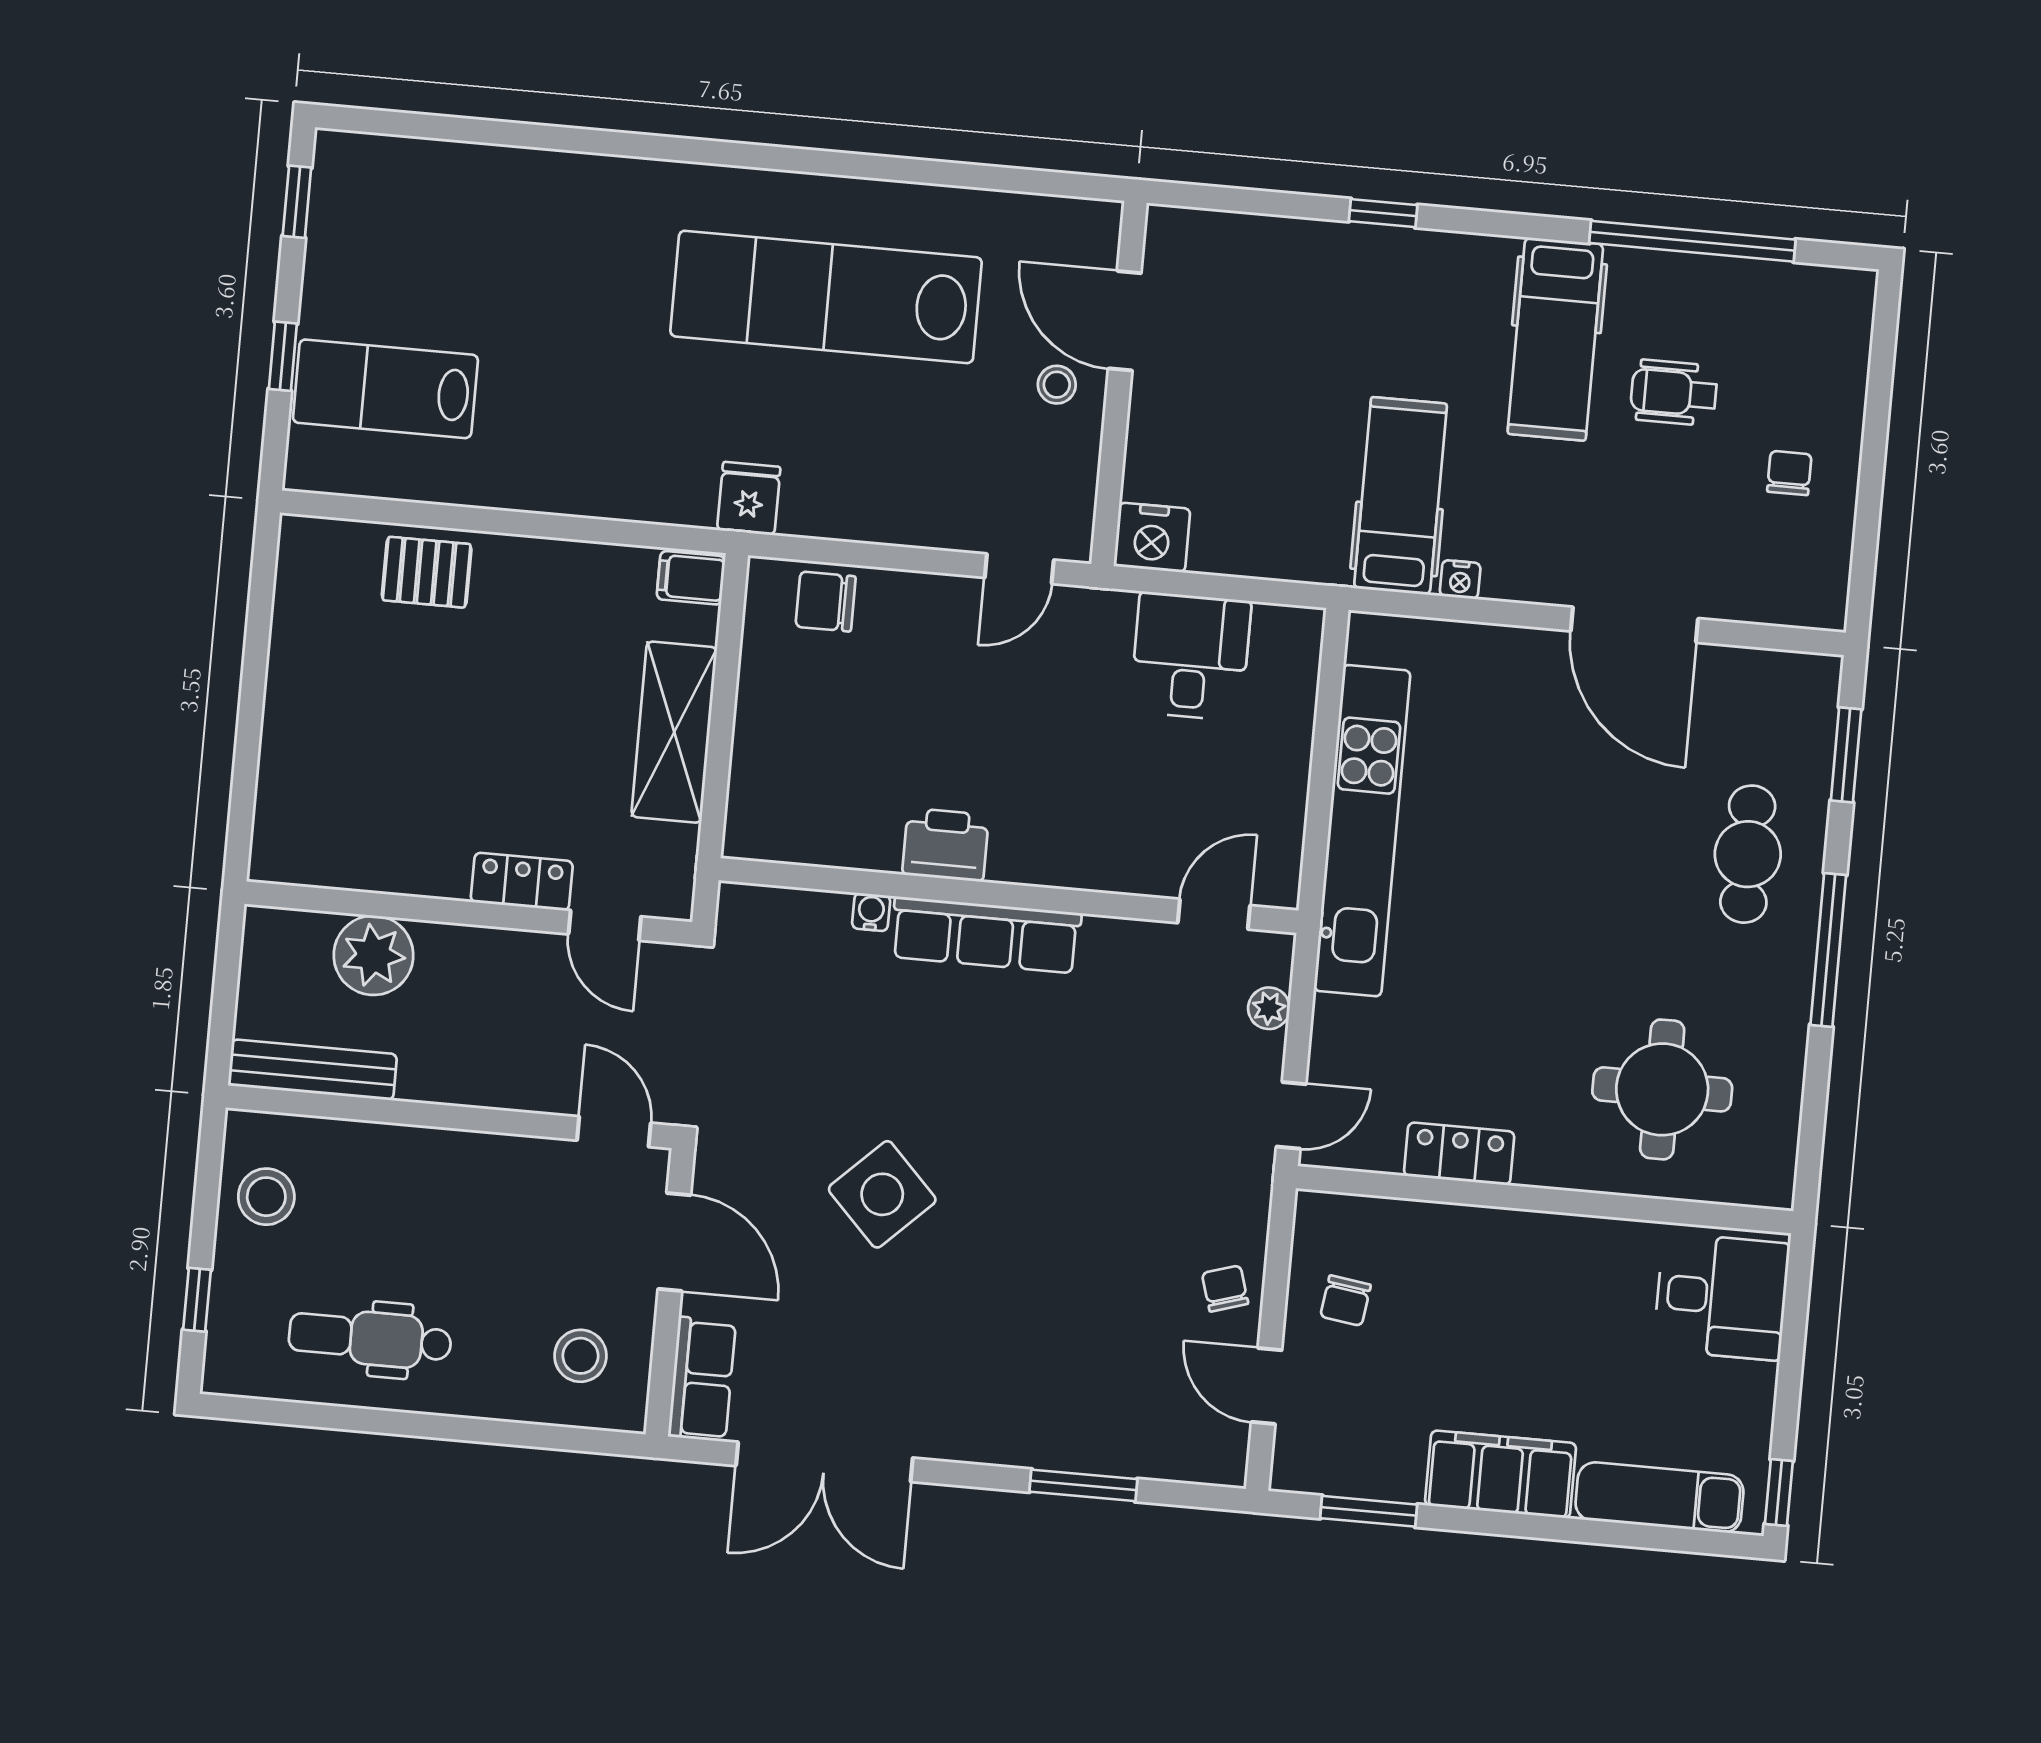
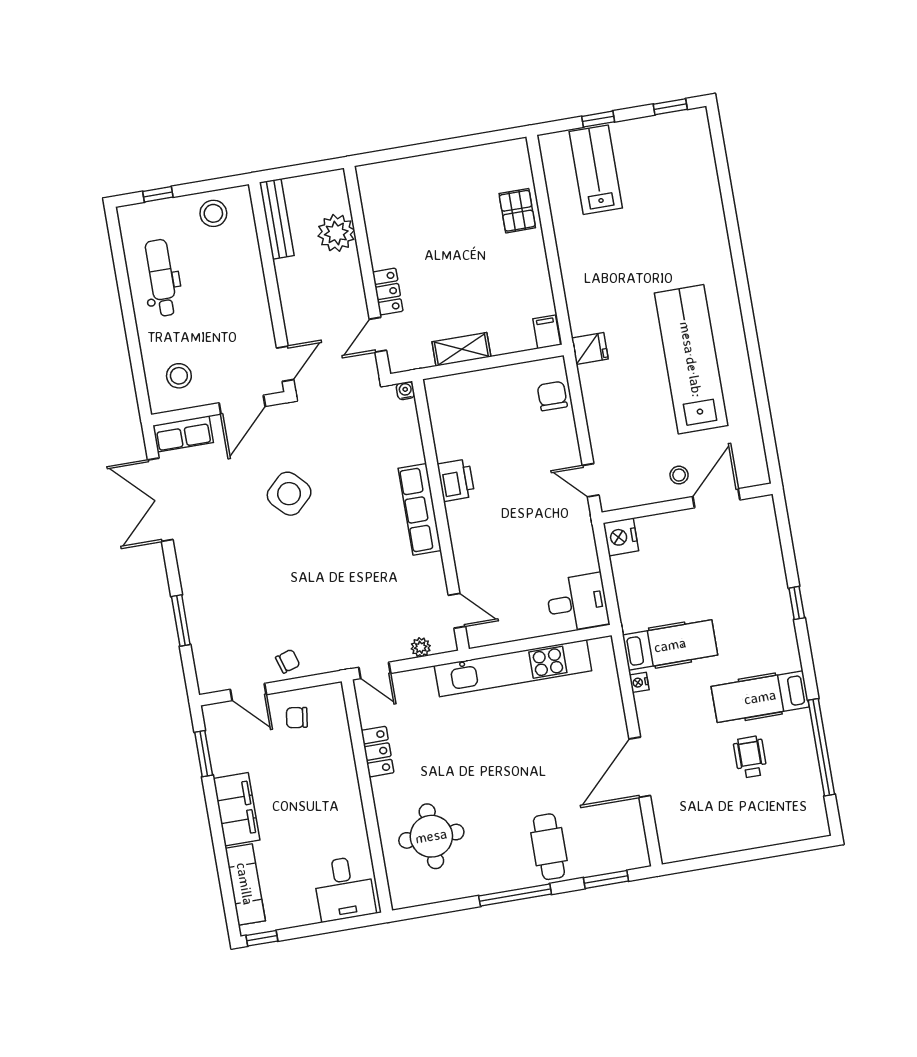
chair: (1789, 473) -> (728, 819), removed
desk: (1190, 656) -> (577, 603), moved
shelving: (674, 732) -> (461, 349), width x0.67, depth x0.75
cafe table: (1748, 854) -> (549, 847), turned 90
water cooler: (871, 912) -> (405, 391), moved, turned -90
door: (1267, 1386) -> (248, 692), swing flipped

